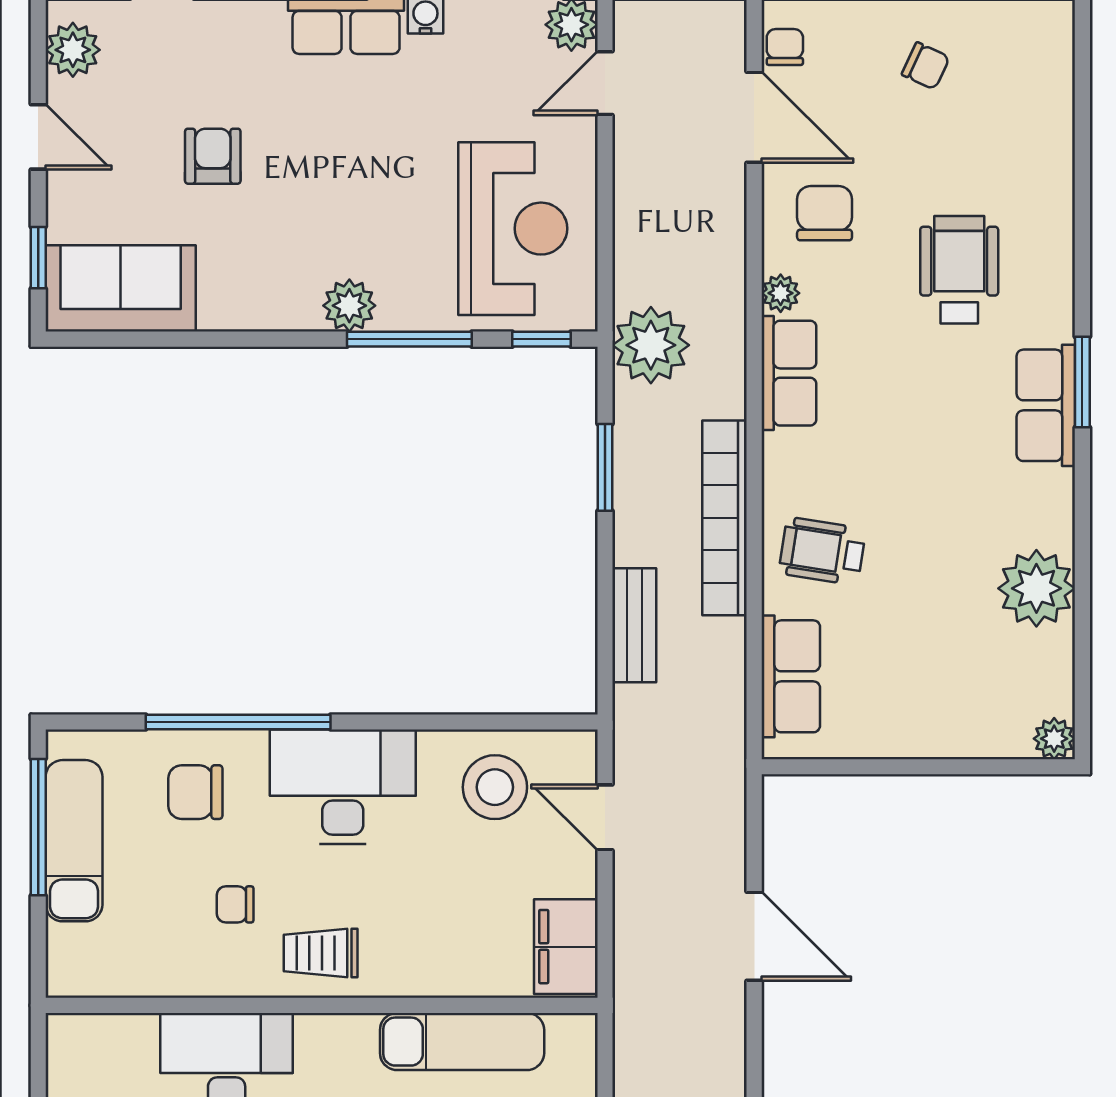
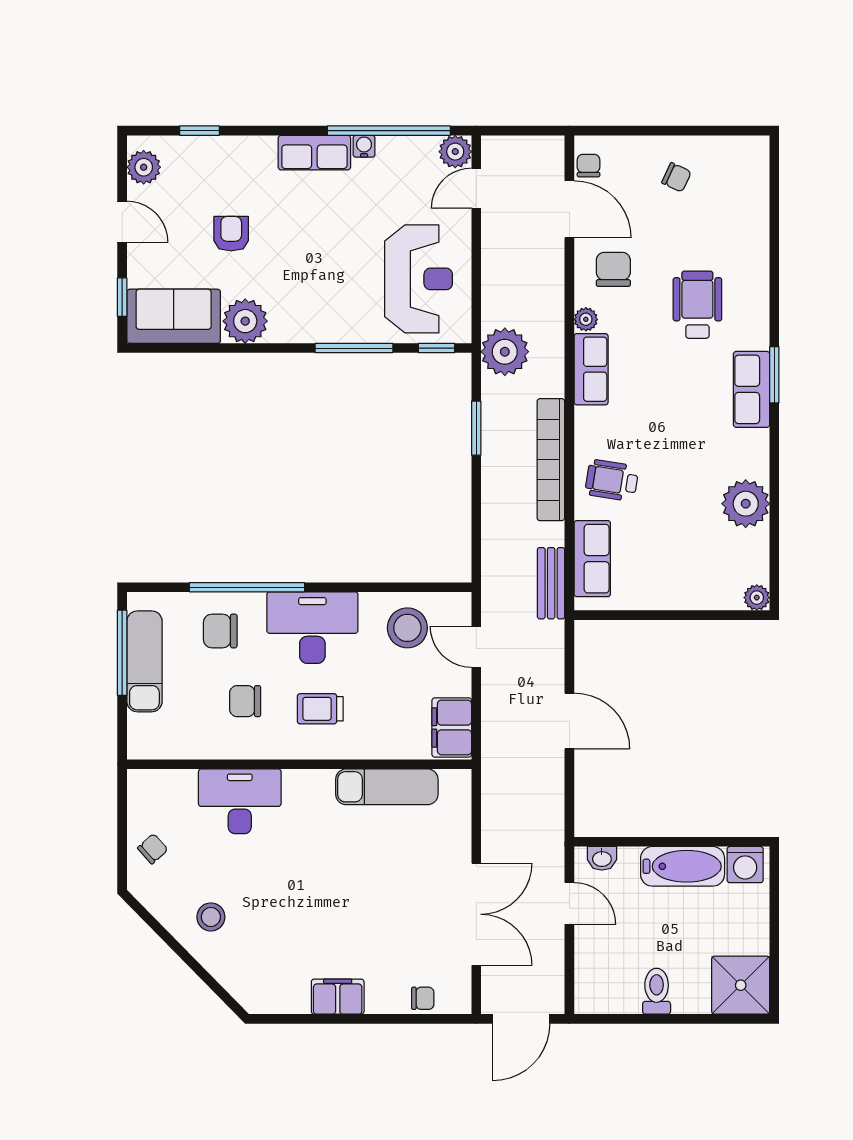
plant: (349, 306) -> (245, 321), moved, width x1.36, depth x1.36
bench: (634, 625) -> (551, 583), moved
chair: (235, 904) -> (245, 701), width x1.37, depth x1.37
trolley: (321, 953) -> (320, 709), moved

